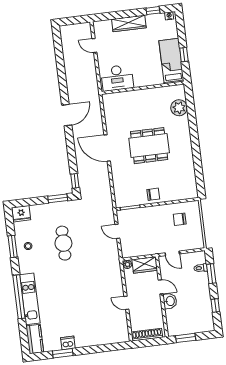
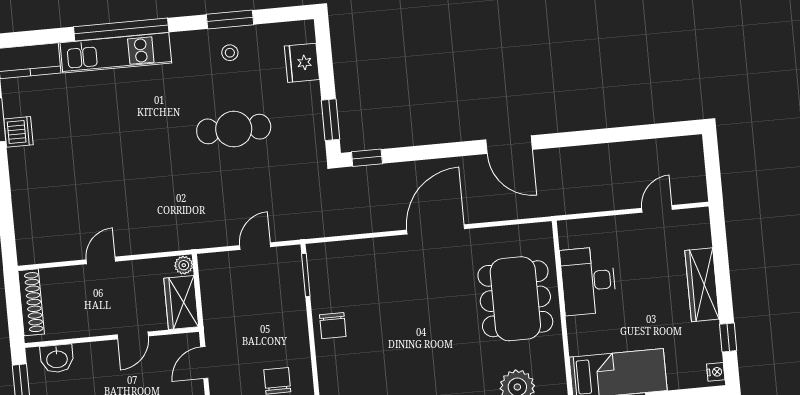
desk: (117, 78) -> (588, 281), moved
dining table: (149, 146) -> (515, 299), moved
fridge: (21, 214) -> (302, 63), moved
washbasin: (170, 301) -> (57, 359), moved

